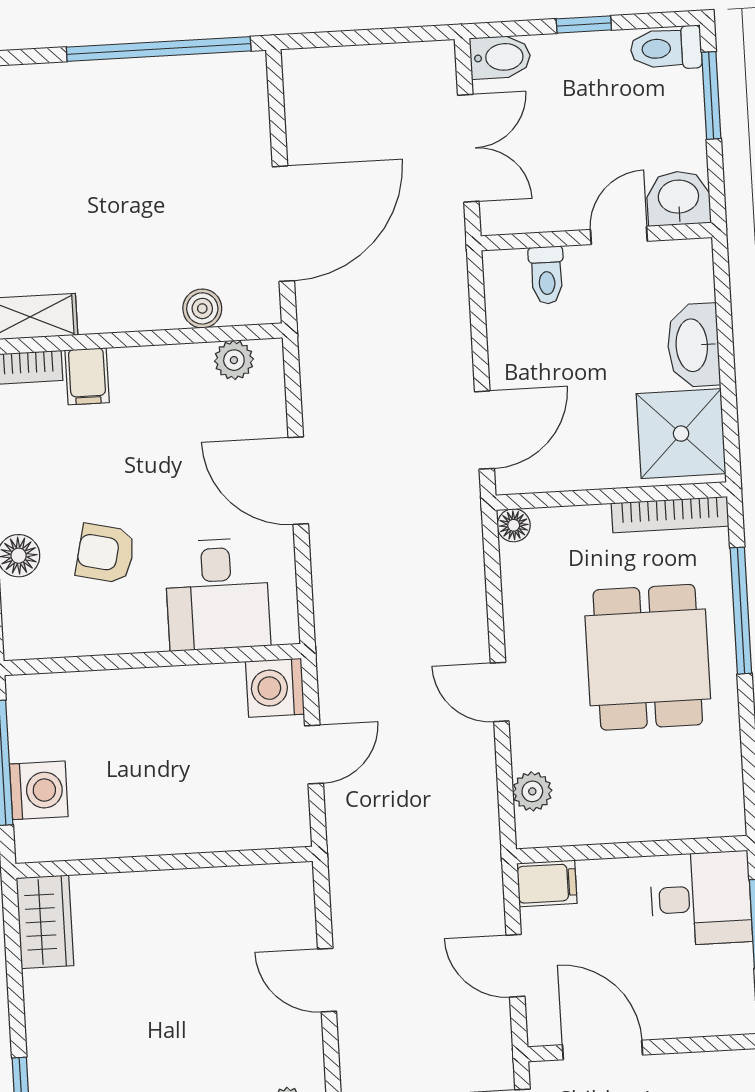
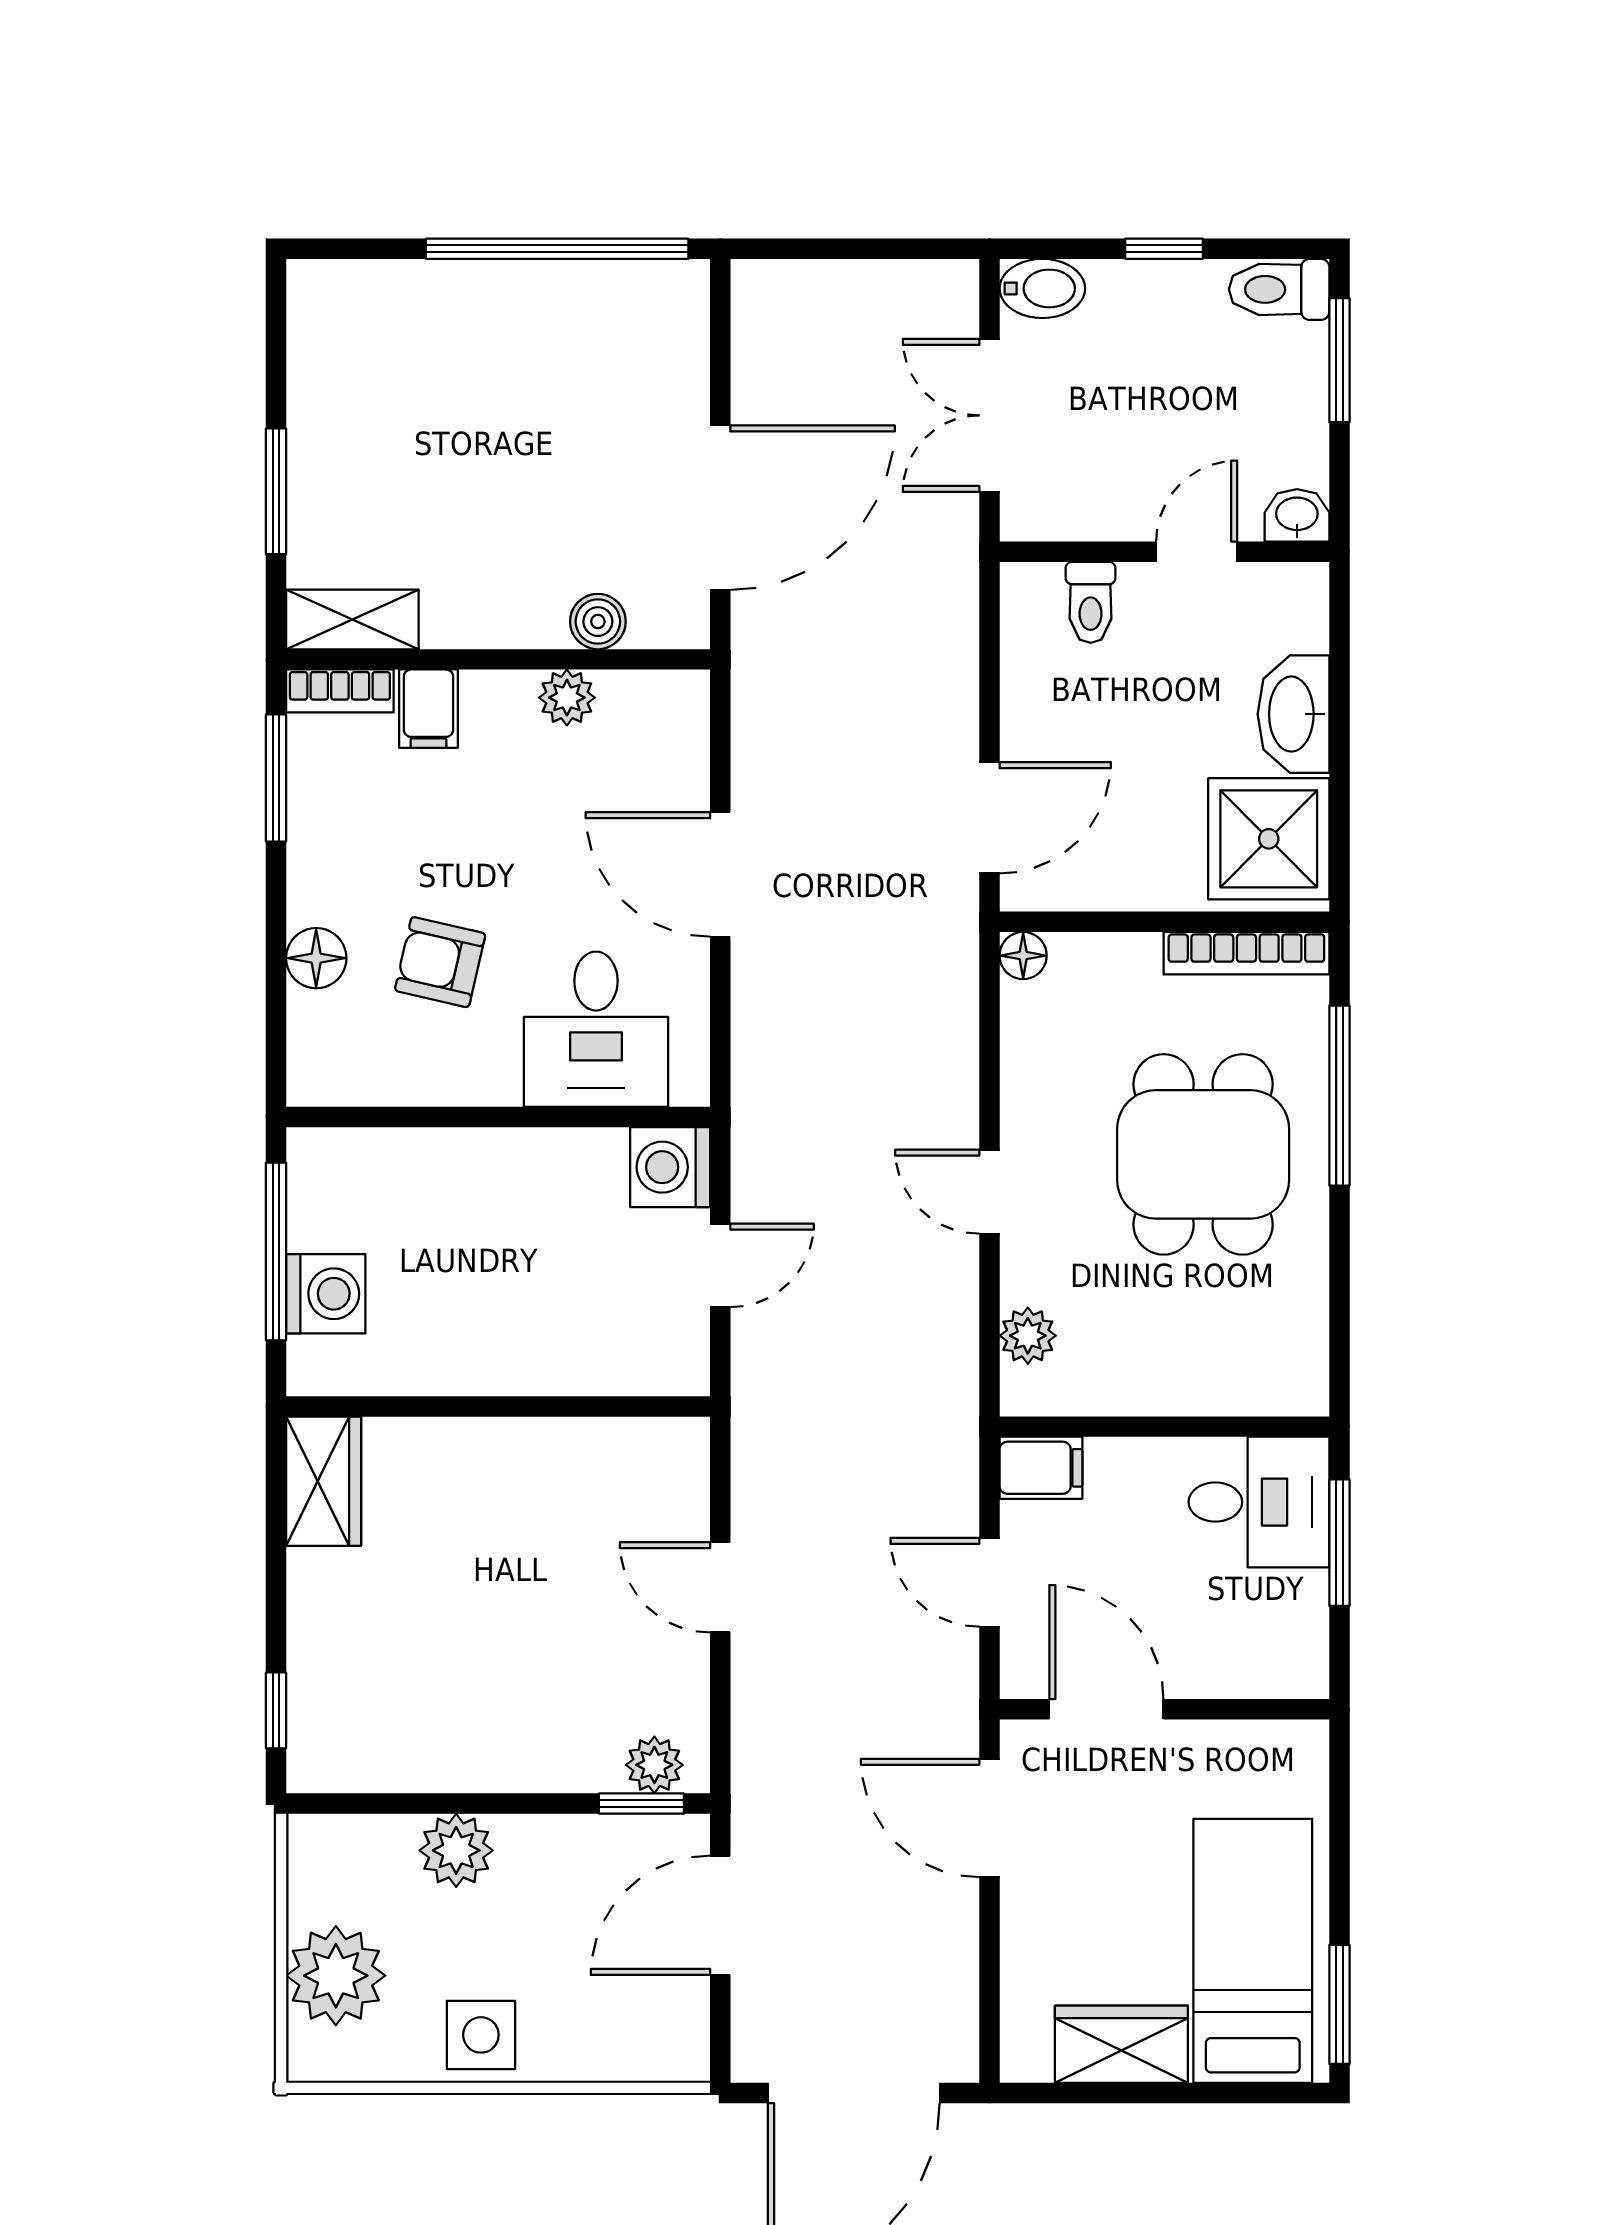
double door: (468, 148) -> (989, 415), swing flipped
washbasin: (679, 198) -> (1297, 515), width x0.72, depth x0.69
plant: (234, 360) -> (567, 698), moved

